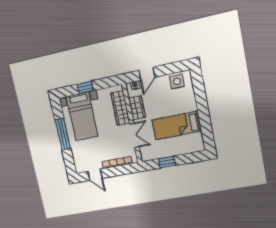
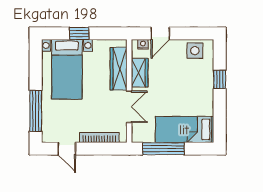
window: (201, 100) -> (220, 79), added
bed: (177, 125) -> (184, 130), moved
window: (63, 134) -> (36, 111), moved
window: (167, 162) -> (163, 149), width x2.17

